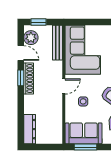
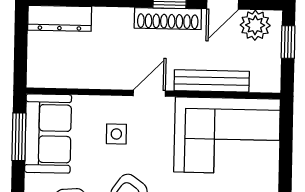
bench: (57, 43) -> (212, 81), moved
door: (64, 86) -> (149, 93), swing flipped

